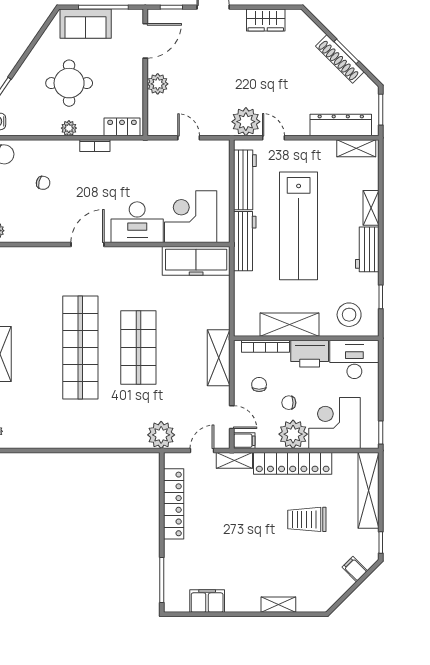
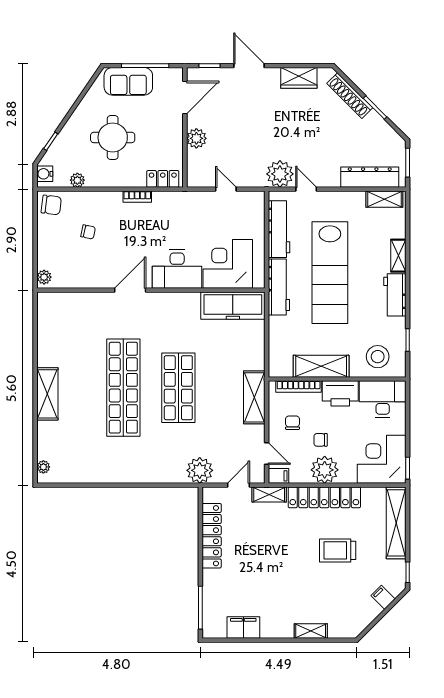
shoe rack: (340, 59) -> (350, 96), moved
plant: (69, 128) -> (77, 180), moved
corner desk: (335, 423) -> (382, 459), moved

